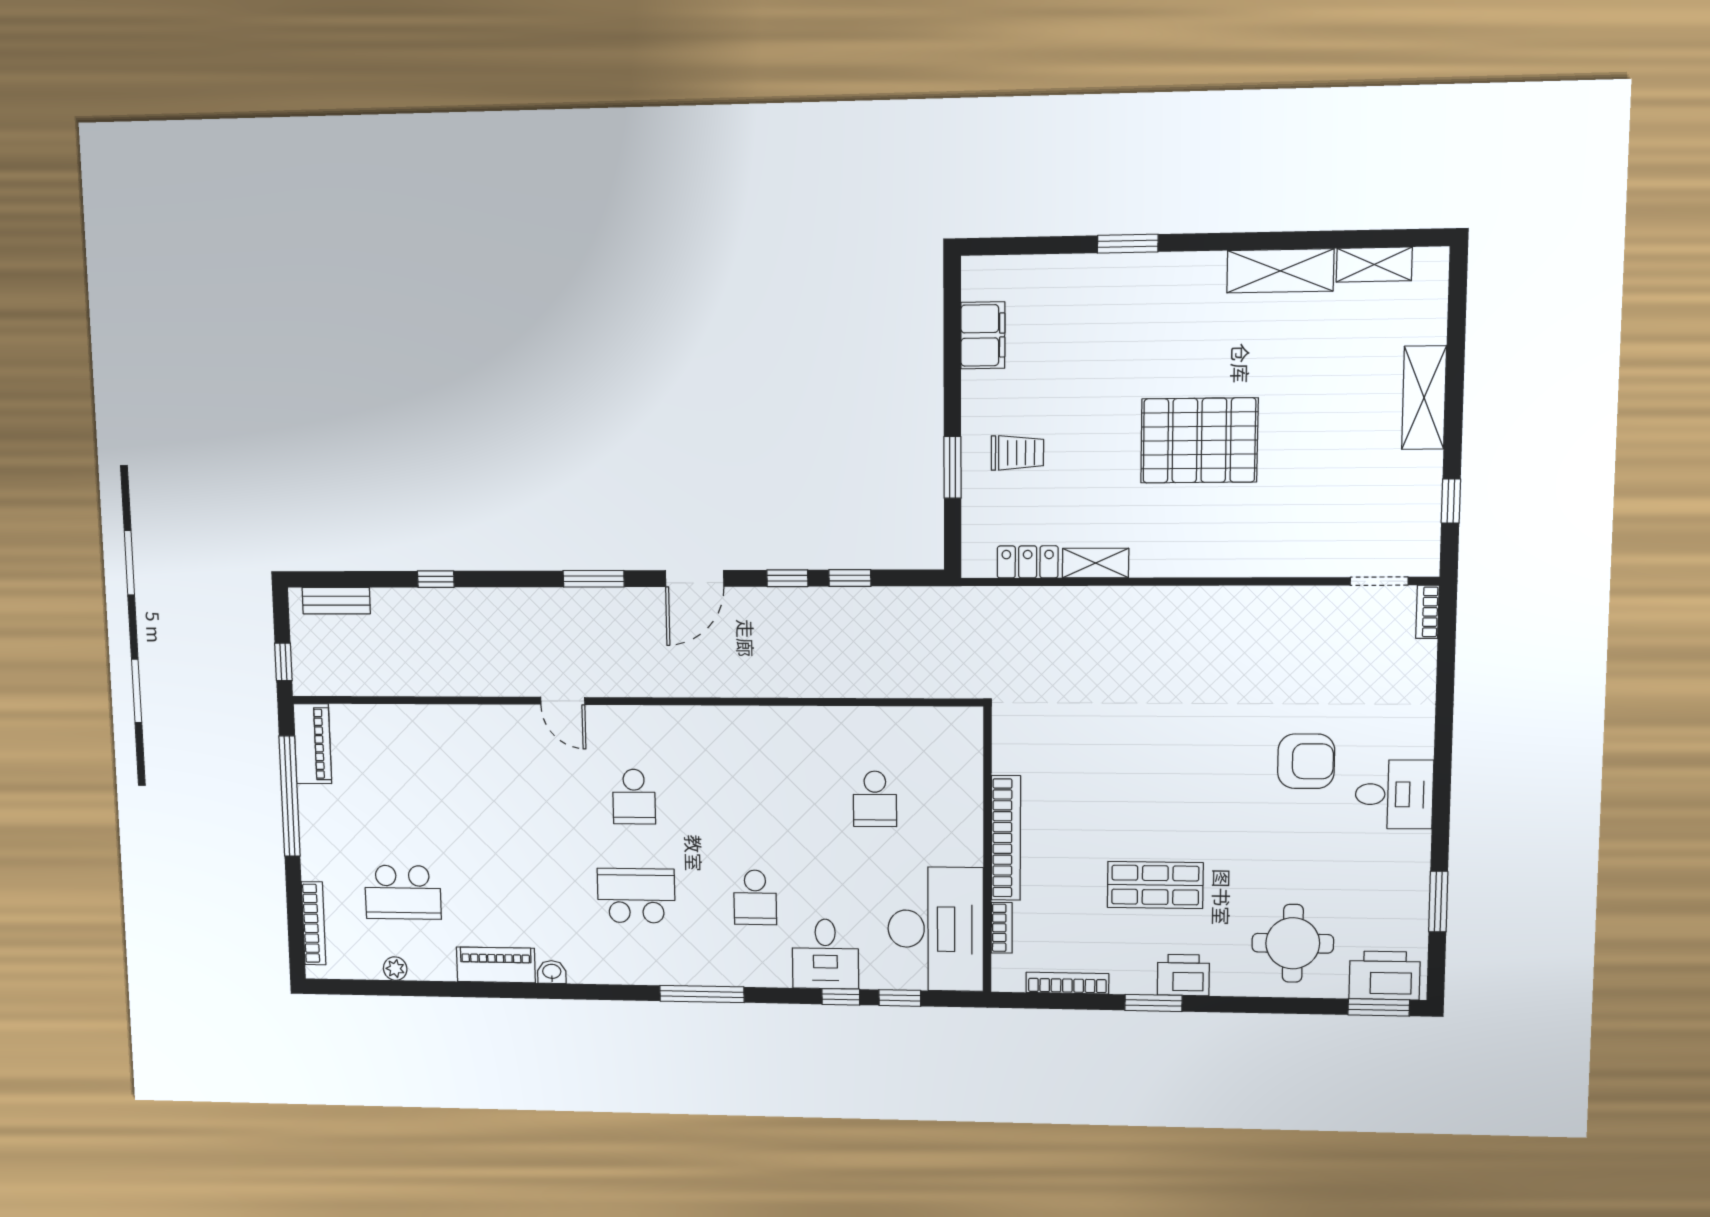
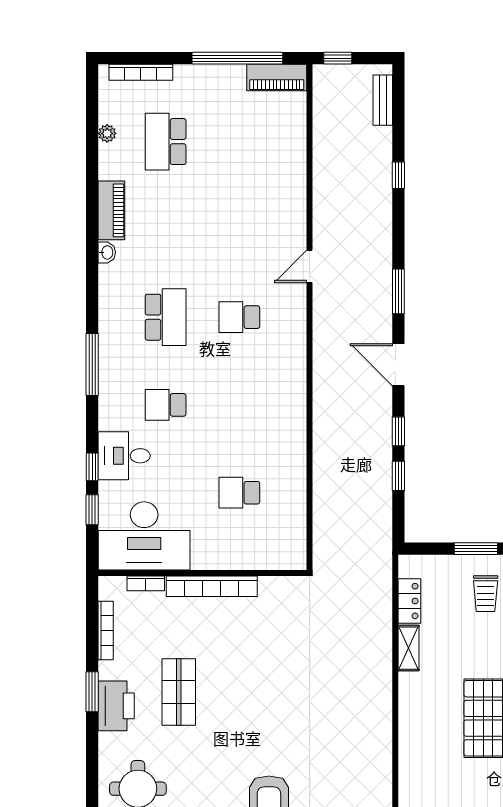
printer: (1183, 975) -> (116, 706), width x1.37, depth x1.19

